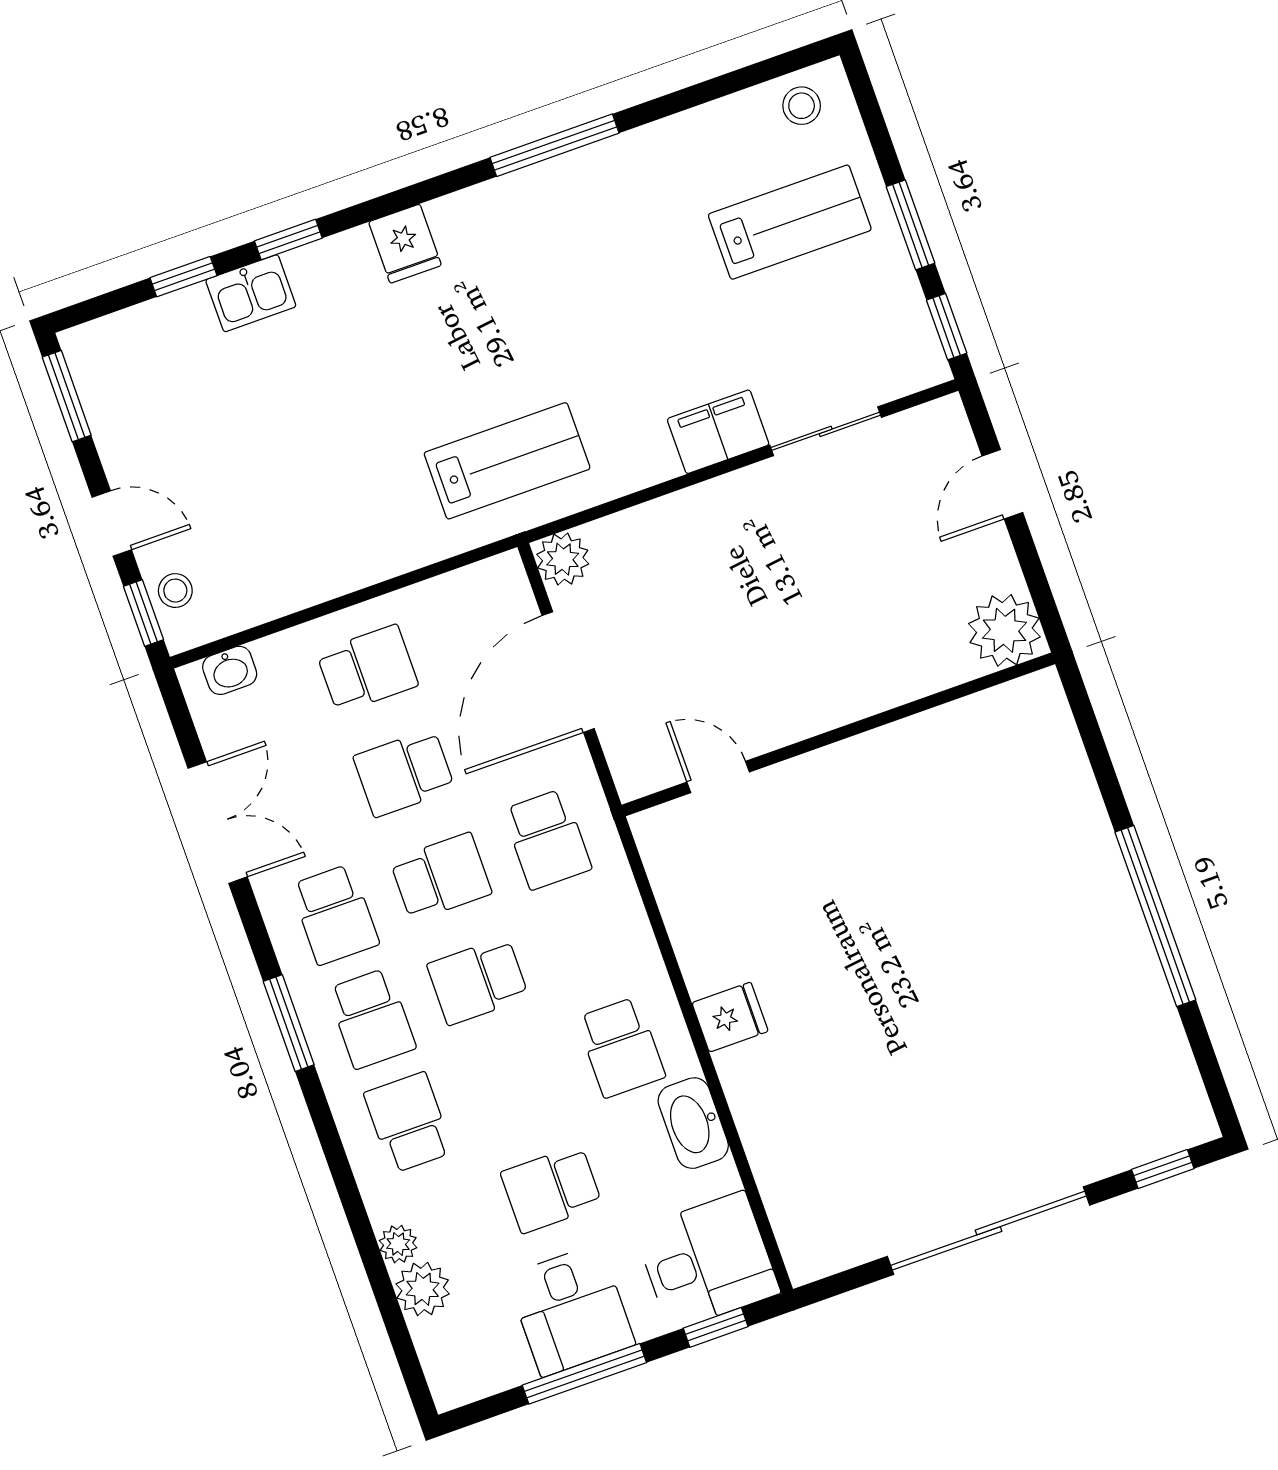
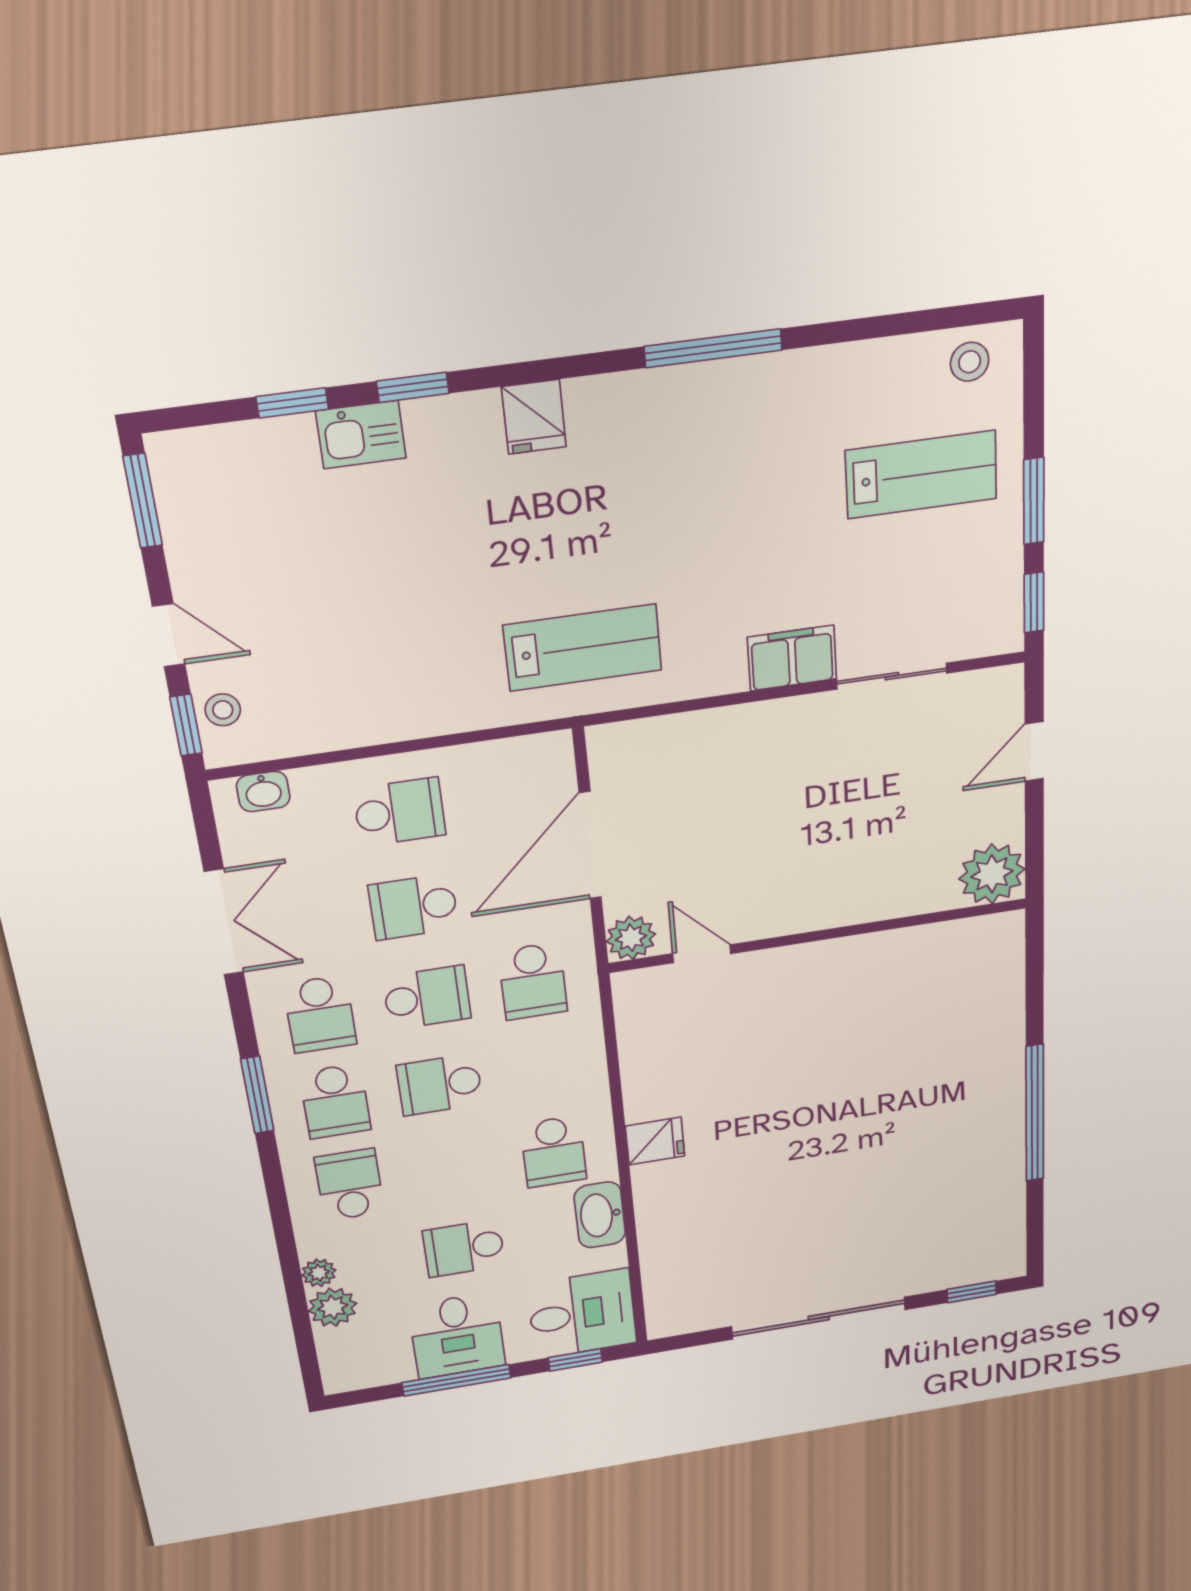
plant: (563, 559) -> (631, 938), moved

